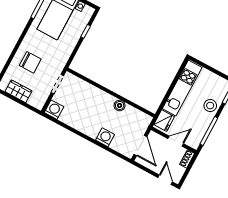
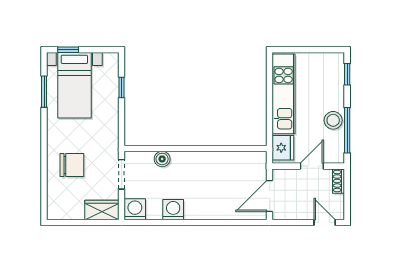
wardrobe: (19, 91) -> (102, 210), moved
boiler: (120, 105) -> (162, 159), moved
stool: (210, 106) -> (333, 120), moved
washing machine: (105, 137) -> (173, 210), moved
door: (140, 146) -> (270, 196), swing flipped

